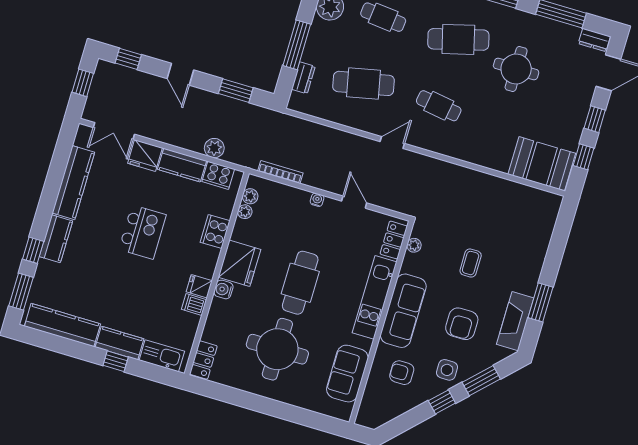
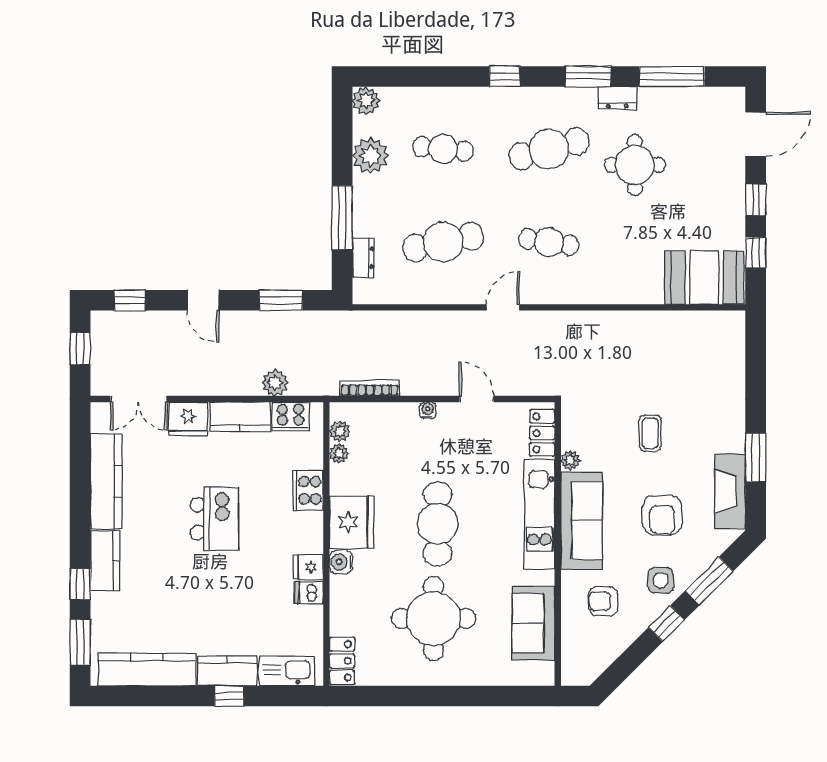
dresser: (594, 40) -> (617, 98), moved
plant: (414, 245) -> (570, 460), moved

